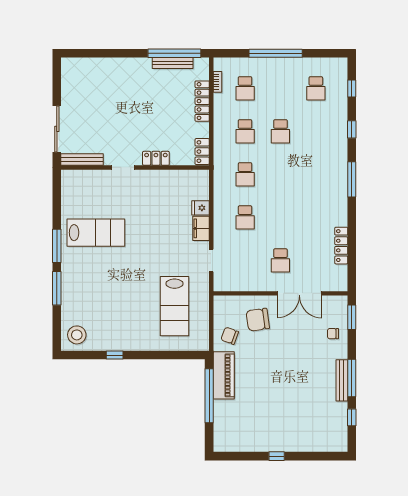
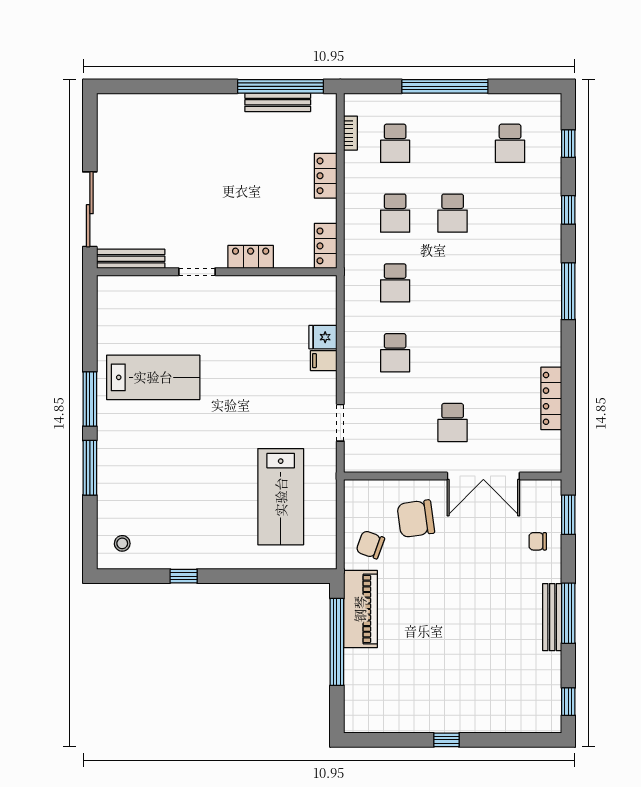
locker: (202, 101) -> (326, 176), width x0.66
filing cabinet: (201, 228) -> (324, 361), width x0.50
stool: (77, 335) -> (122, 543), width x0.53, depth x0.53
window: (352, 417) -> (568, 702), moved

